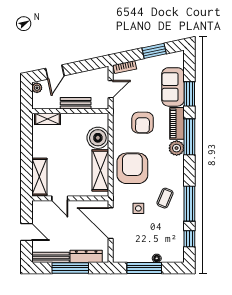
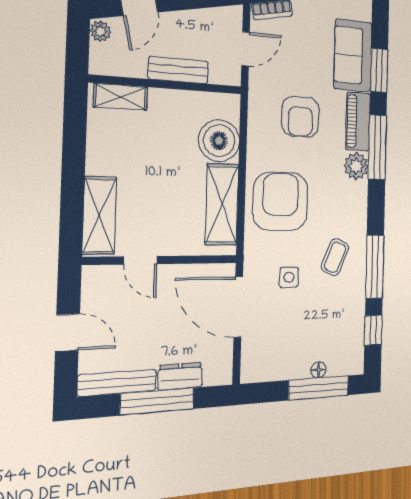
dresser: (86, 256) -> (180, 376), width x0.70
window: (144, 268) -> (319, 388), moved

